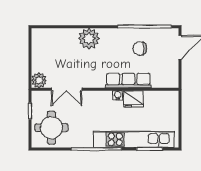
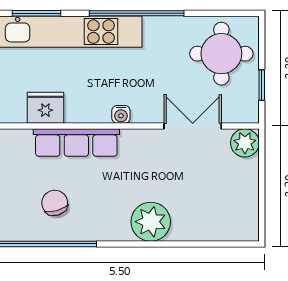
chair: (140, 49) -> (55, 203), turned -106
water cooler: (118, 95) -> (121, 114), moved
fridge: (133, 99) -> (45, 108), moved

